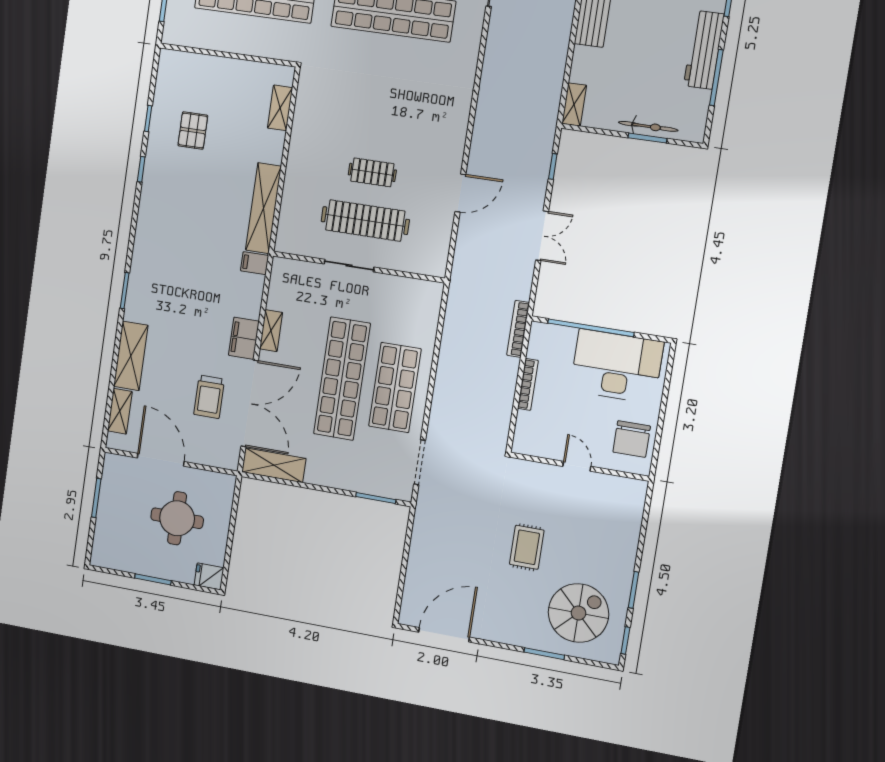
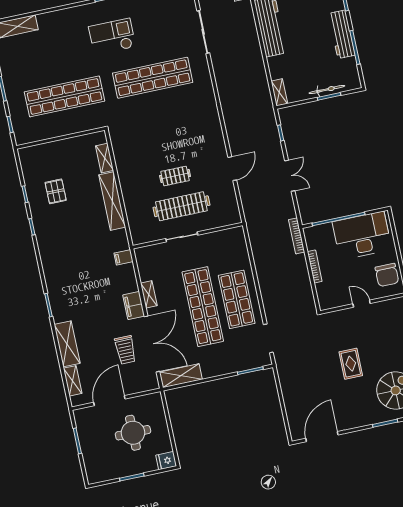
shelving: (263, 208) -> (112, 201), moved
door: (161, 460) -> (109, 401), hinge flipped

